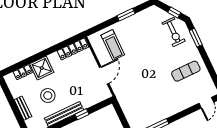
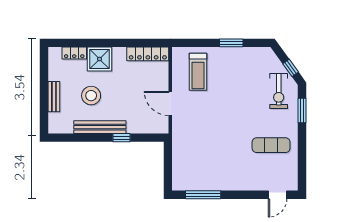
door: (104, 75) -> (170, 103), swing flipped

